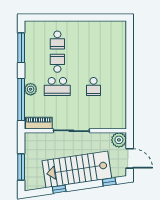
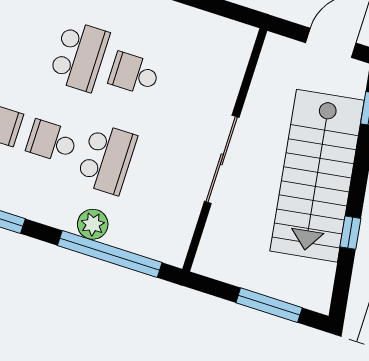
school desk: (94, 63) -> (79, 56), added
school desk: (94, 87) -> (134, 74), turned 180
piano: (39, 123) -> (179, 230), removed
plant: (119, 140) -> (279, 54), removed

